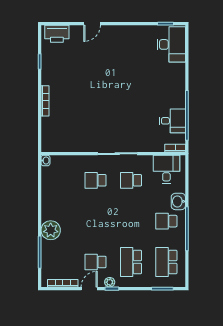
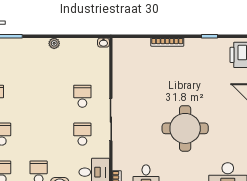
round table: (126, 84) -> (185, 128), added
plant: (51, 230) -> (54, 43), moved, width x0.53, depth x0.53

